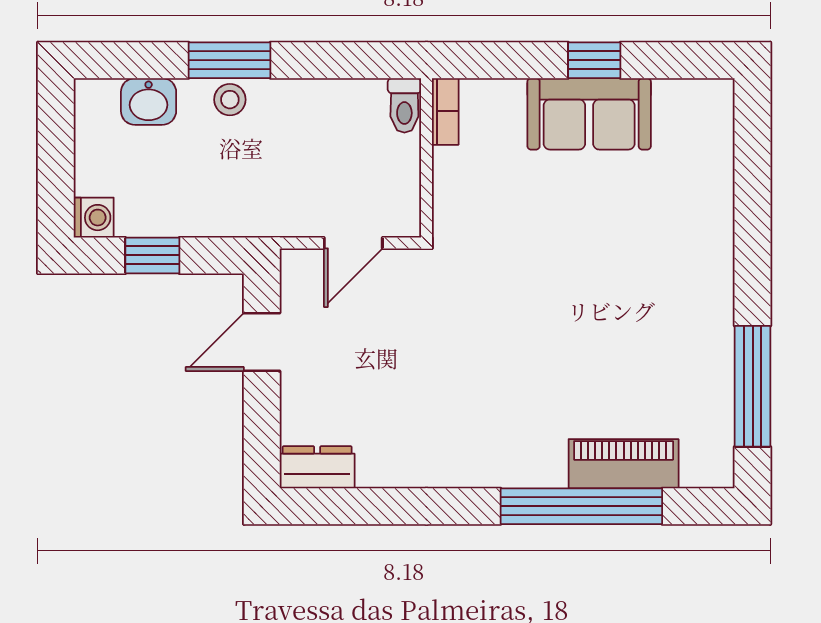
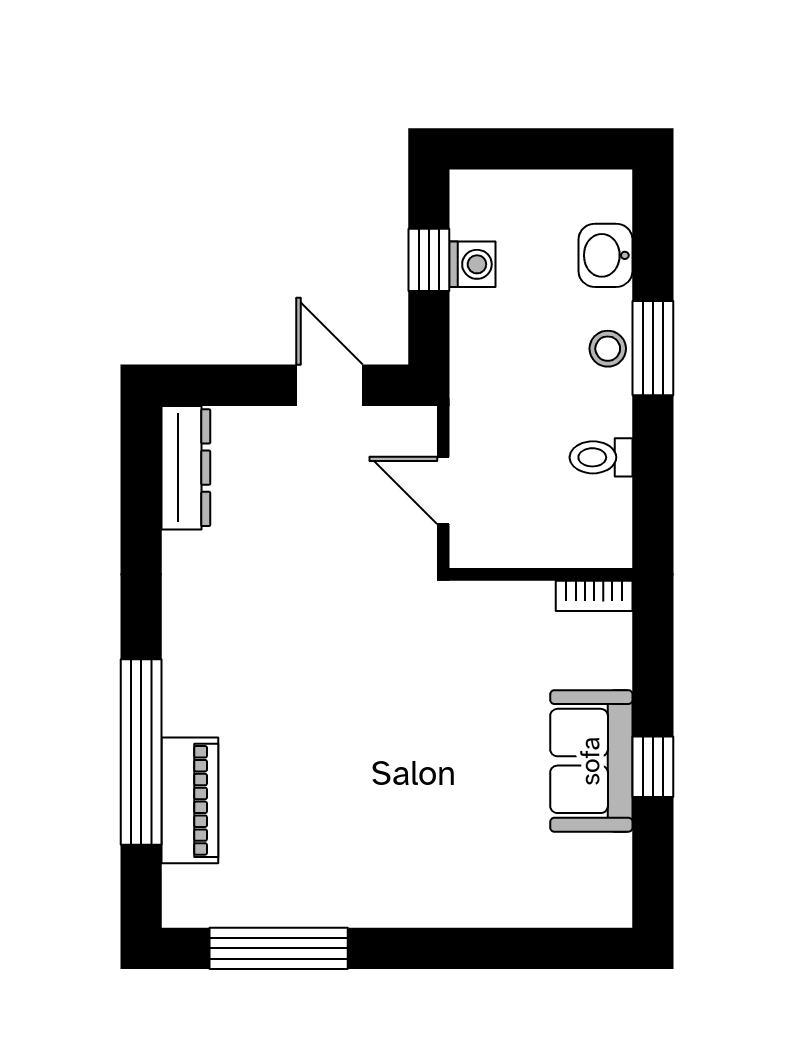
toilet: (404, 105) -> (601, 457), moved
washing machine: (94, 218) -> (472, 264), moved, turned -90
dresser: (317, 467) -> (186, 468), width x1.44

